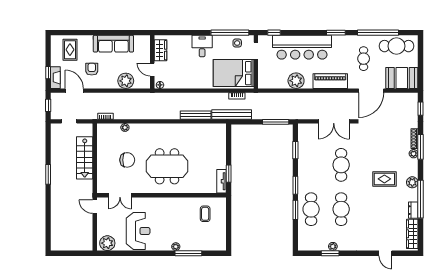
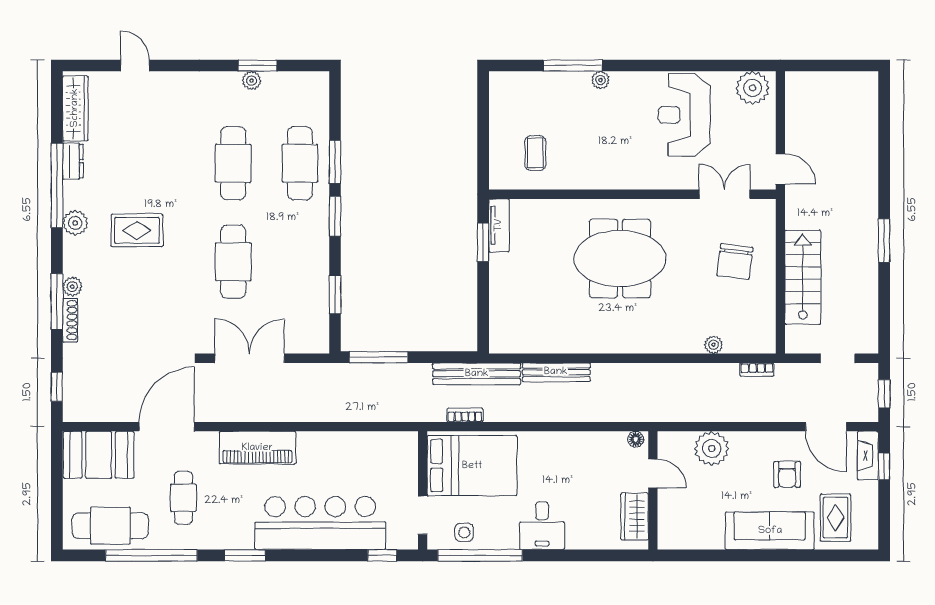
sofa: (113, 44) -> (770, 531), moved
plant: (296, 81) -> (333, 449), removed
chair: (127, 160) -> (735, 261), moved, turned -83

